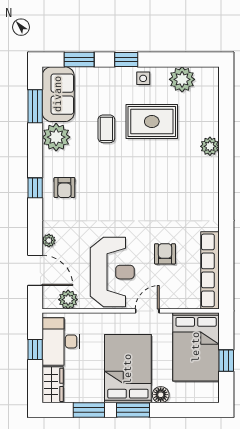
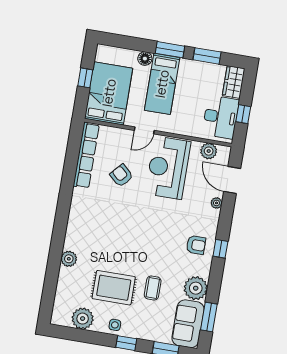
armchair: (64, 187) -> (196, 245), turned 90
armchair: (165, 254) -> (121, 175), turned 132
bed: (128, 369) -> (162, 84), width x0.67

